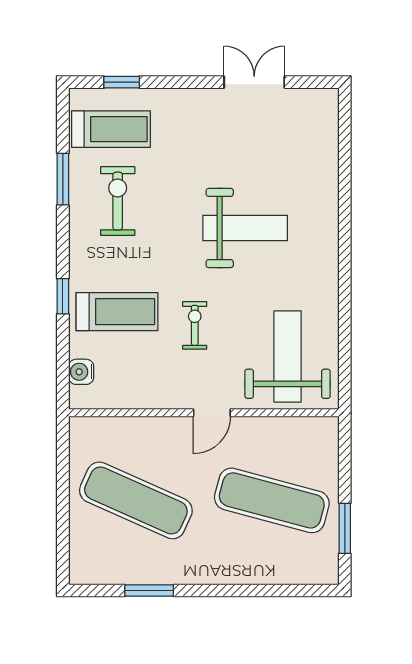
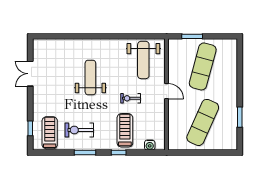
window: (63, 179) -> (85, 153), moved
weight bench: (288, 356) -> (143, 60), turned -90
window: (345, 528) -> (192, 36), moved

